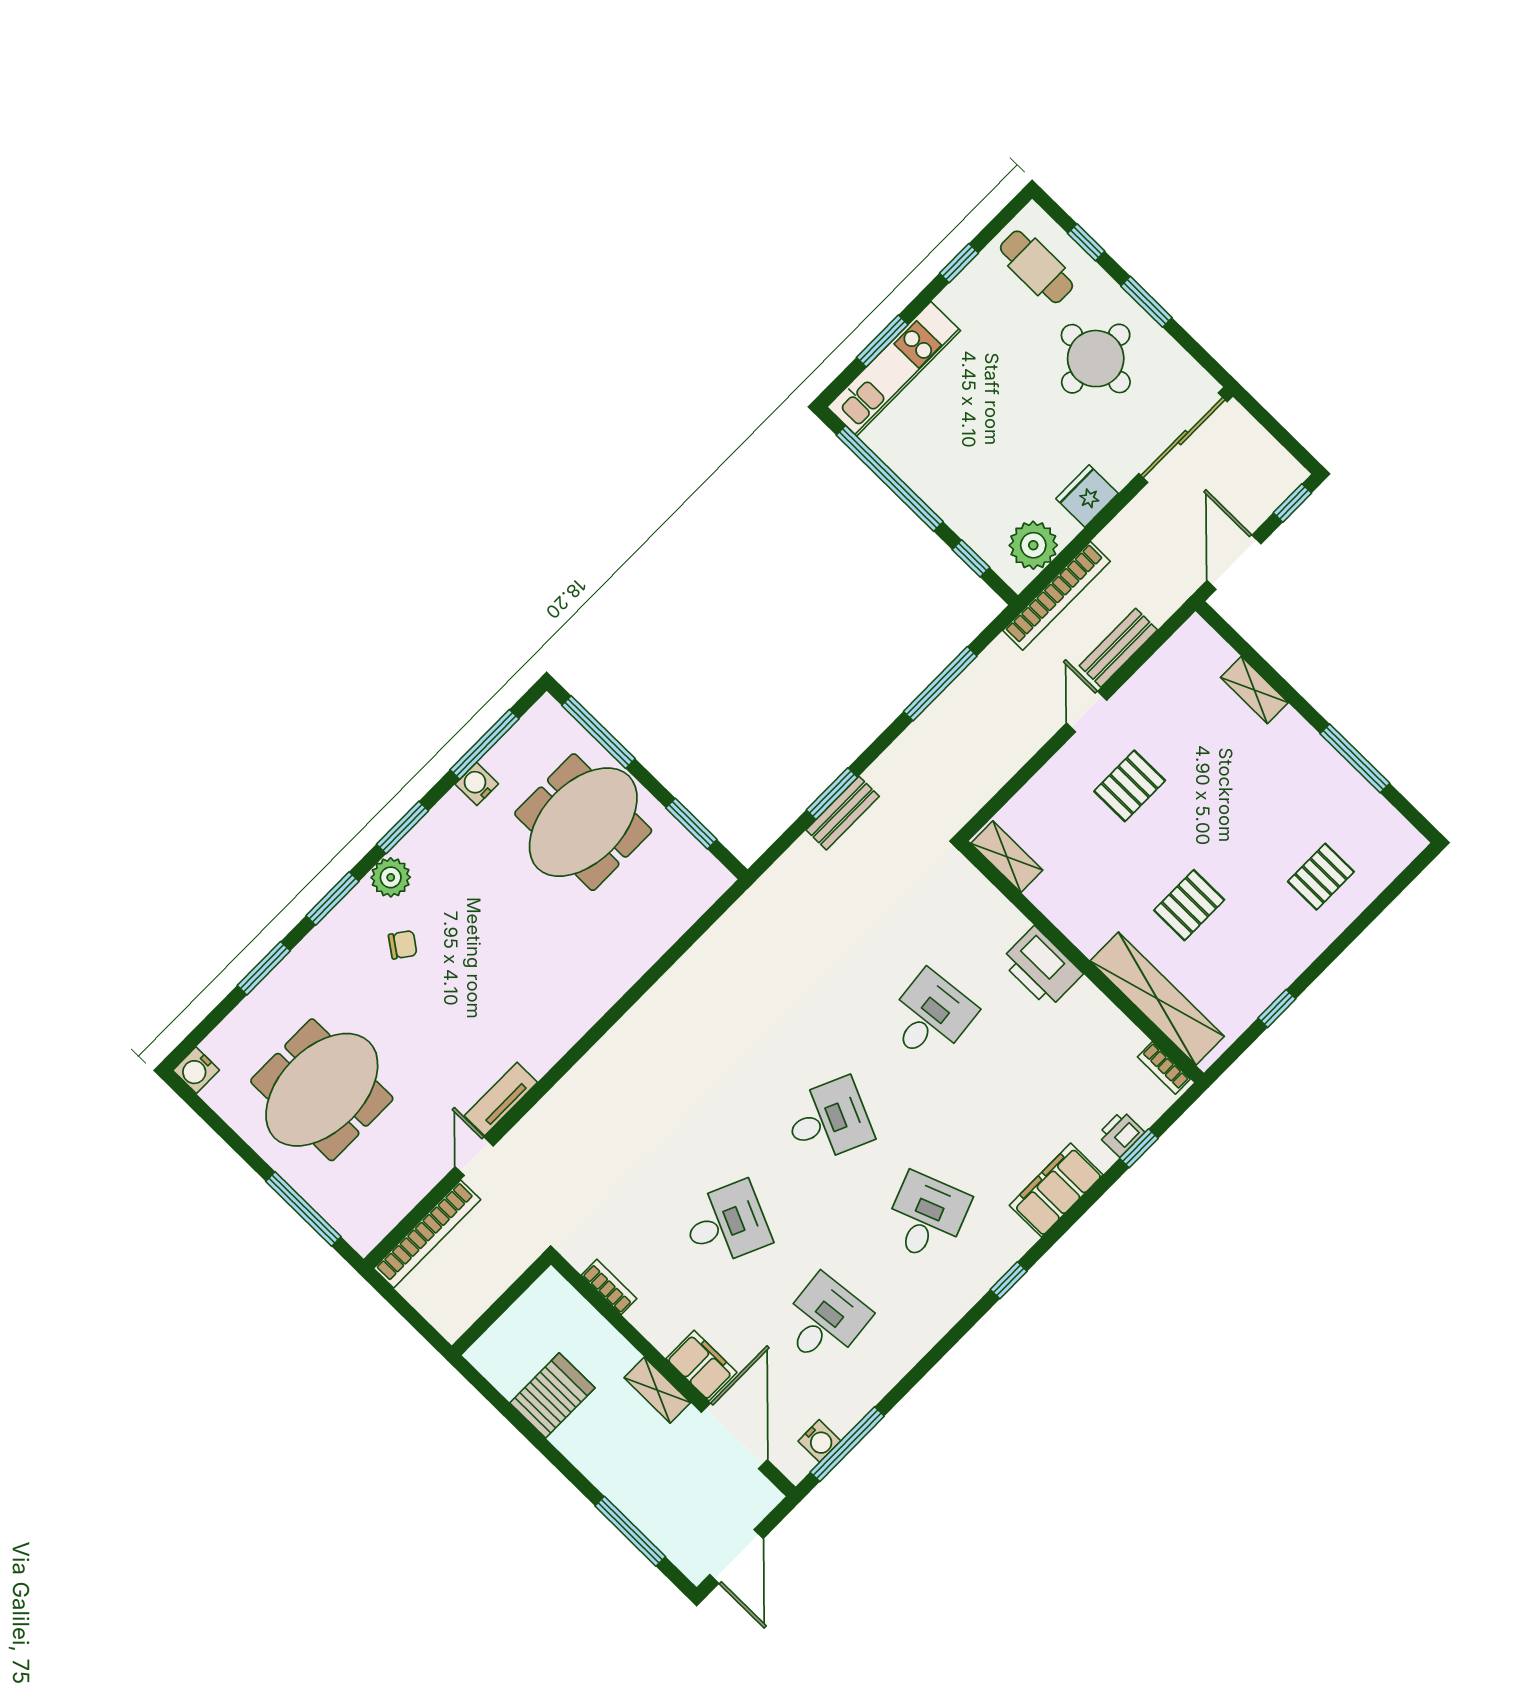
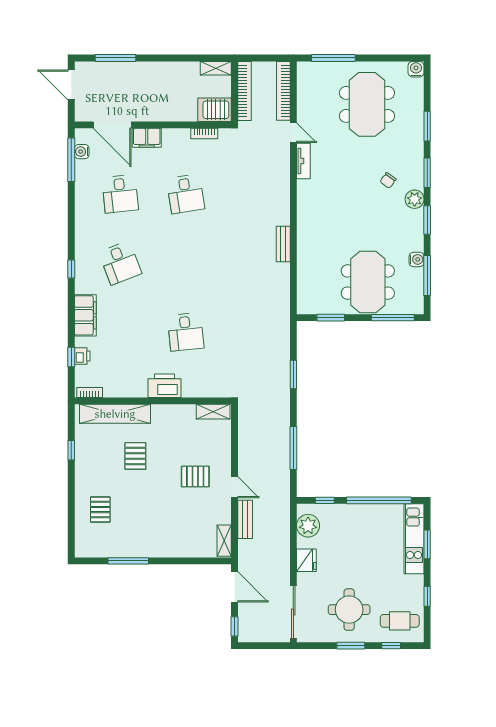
bookcase: (1057, 596) -> (245, 91), moved, turned 180
shelving: (1254, 690) -> (224, 541), moved, turned 90
pallet: (1130, 786) -> (195, 476), turned 90
bench: (843, 813) -> (283, 244), moved
desk: (828, 1120) -> (186, 263), removed
desk: (726, 1224) -> (186, 194), turned -33
shelving: (657, 1390) -> (216, 68), moved
server rack: (552, 1395) -> (215, 110), moved, turned 90

